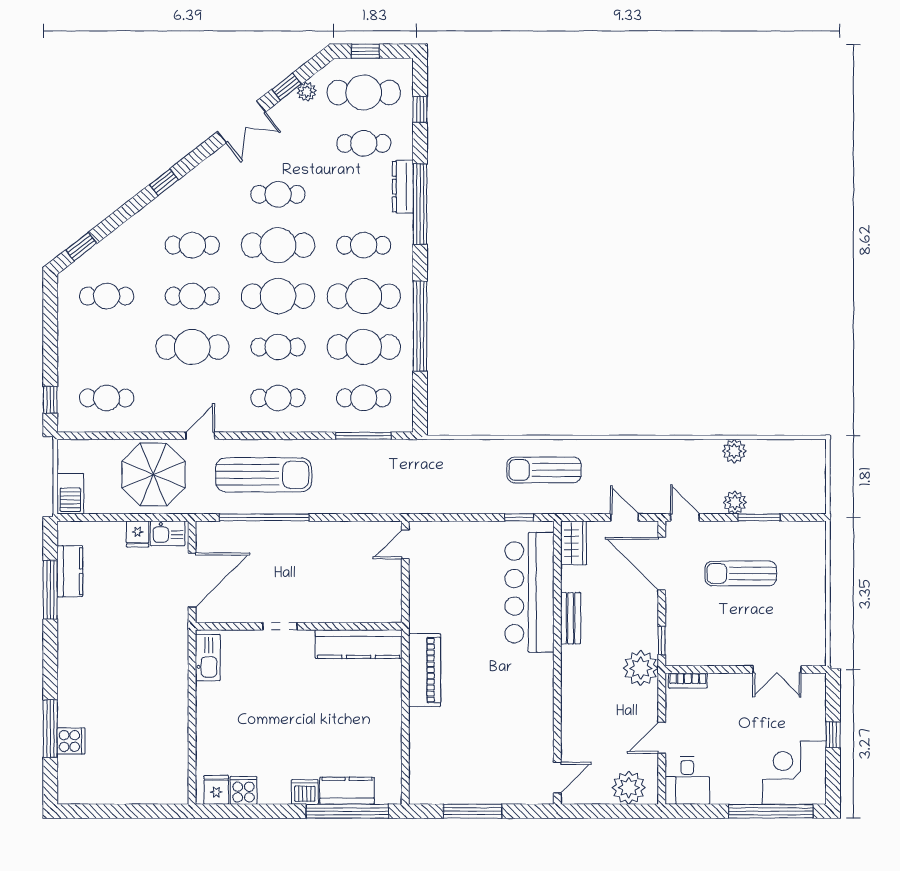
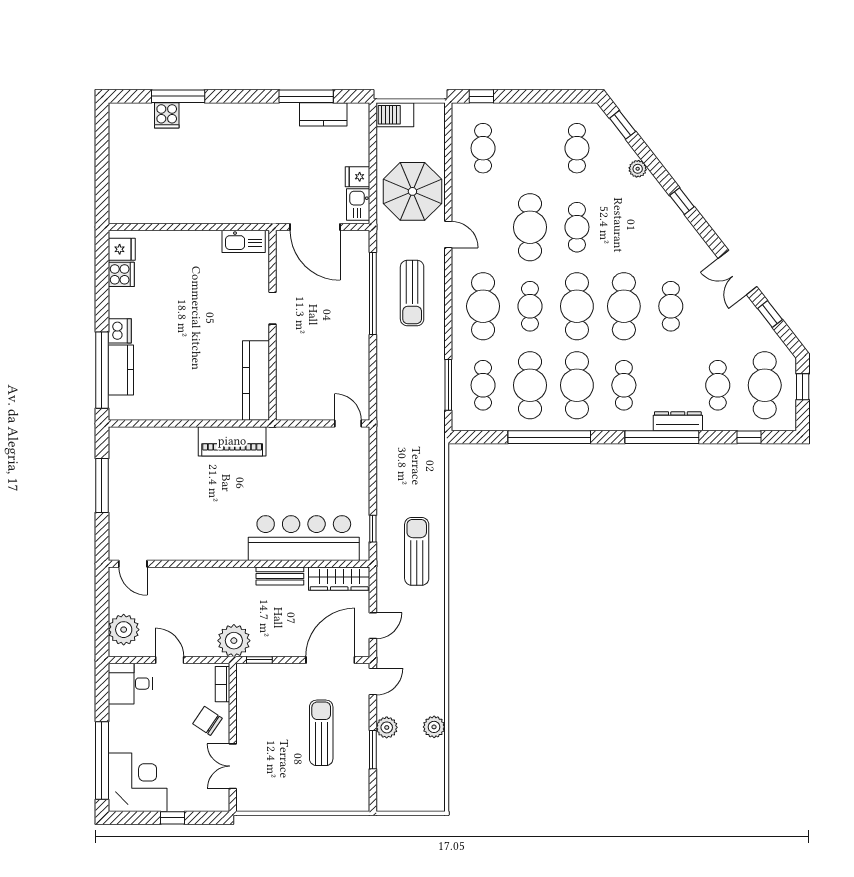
plant: (307, 92) -> (638, 169), moved
cafe table: (192, 245) -> (624, 227), removed
cafe table: (278, 398) -> (483, 306), width x1.37, depth x1.35
sun lounger: (264, 475) -> (412, 293), width x0.73, depth x0.75
wardrobe: (574, 543) -> (339, 579), width x1.50
chair: (728, 697) -> (207, 721), added

